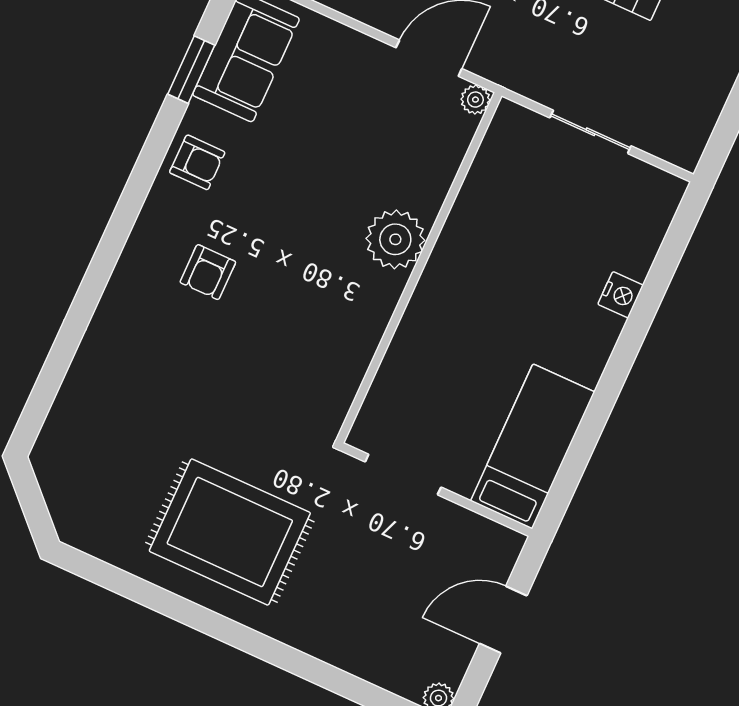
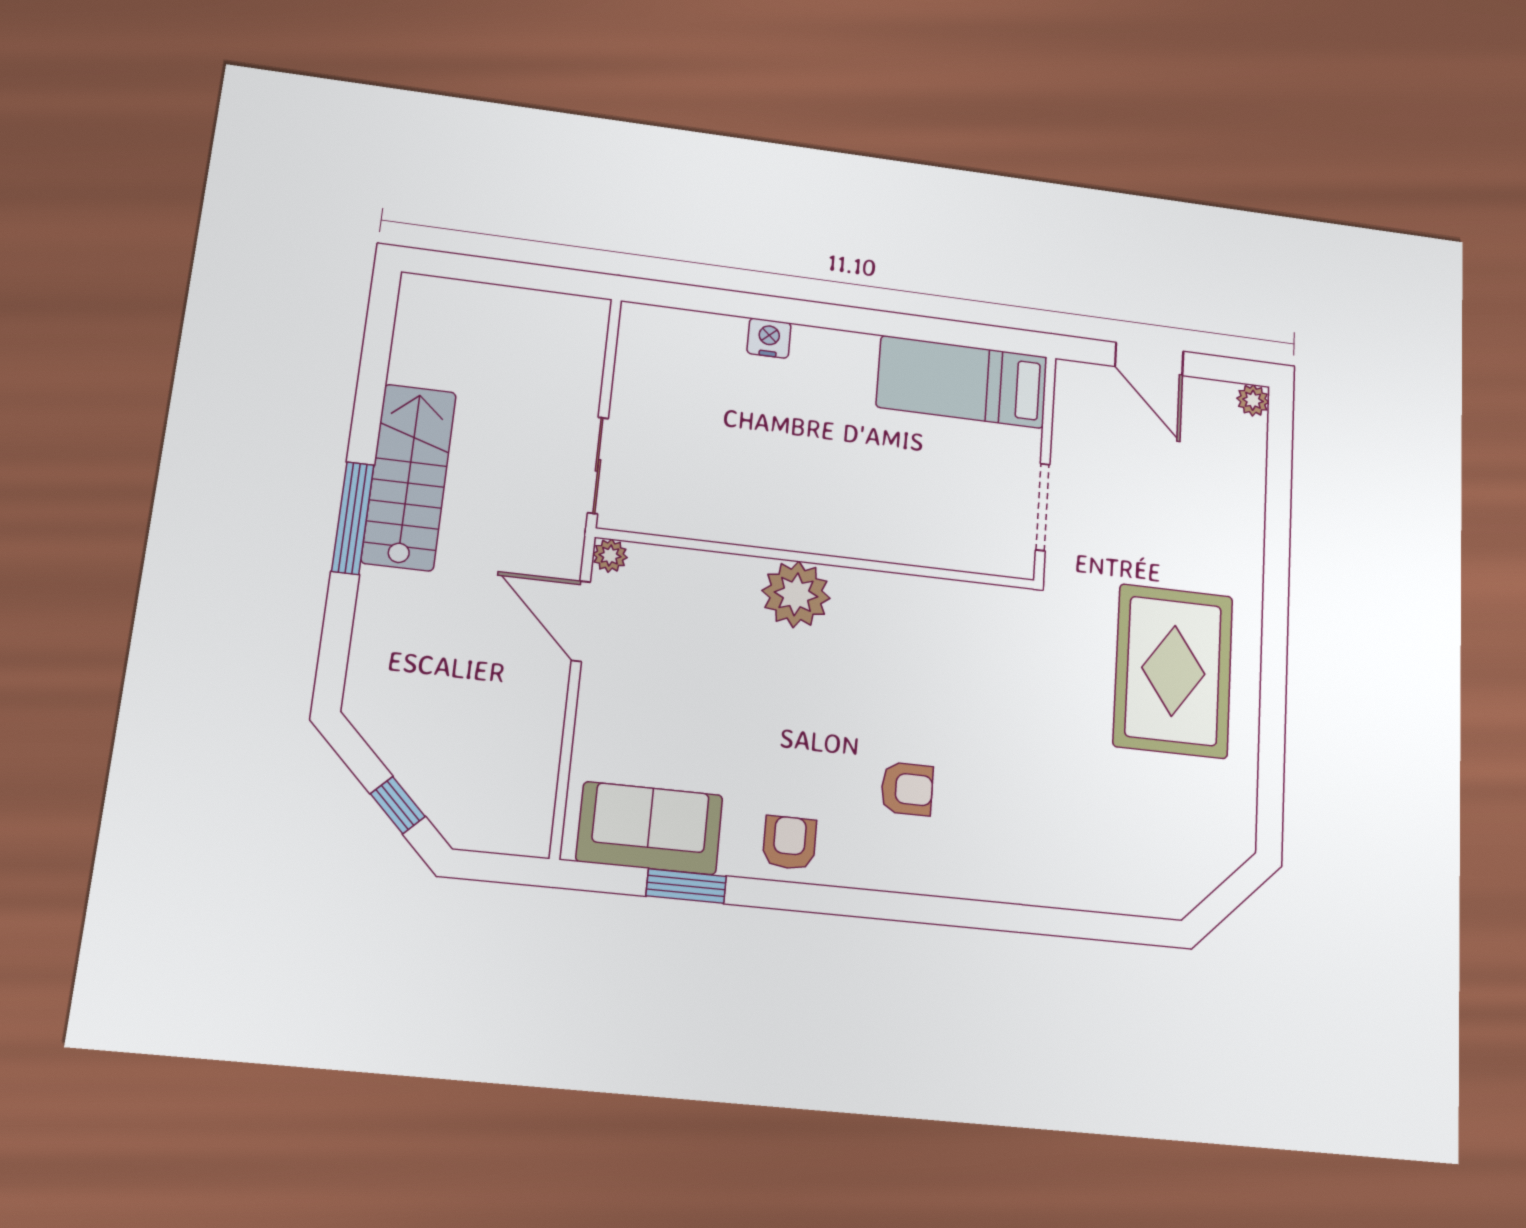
sliding door: (591, 132) -> (598, 465), moved

